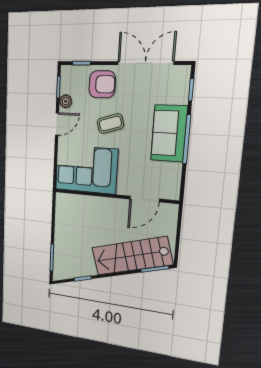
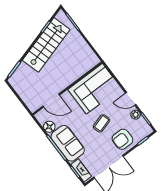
fireplace: (182, 86) -> (81, 170), added
door: (57, 124) -> (131, 99), hinge flipped
floor lamp: (173, 172) -> (49, 127), added
door: (144, 199) -> (51, 101), swing flipped
stairs: (132, 256) -> (46, 45), moved

